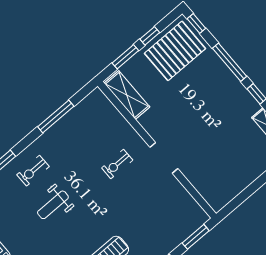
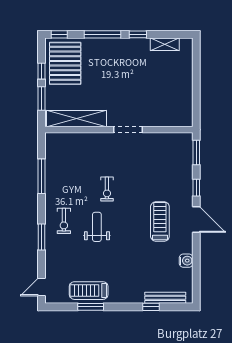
shelving: (127, 95) -> (77, 119), width x1.47
exercise bike: (117, 164) -> (107, 189), moved
weight bench: (53, 205) -> (97, 227), turned 180

